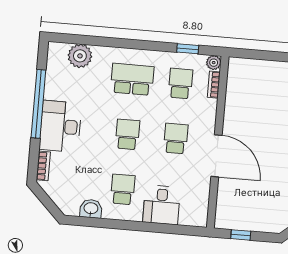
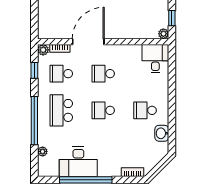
window: (122, 43) -> (34, 121), added
plant: (80, 56) -> (43, 151), width x0.53, depth x0.53
desk: (60, 126) -> (78, 162), moved
door: (216, 156) -> (88, 42), moved
desk: (162, 205) -> (155, 59), moved, turned -90
plant: (221, 222) -> (163, 34), added

